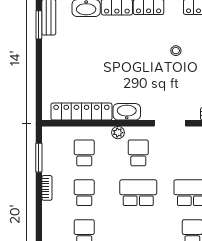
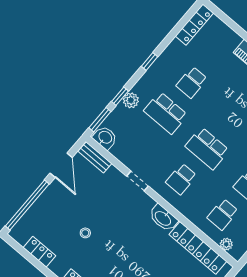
doorway: (170, 123) -> (138, 181), width x0.73
plant: (118, 133) -> (226, 244), moved

